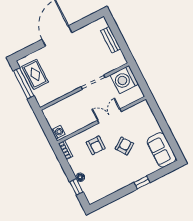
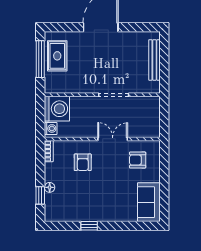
bench: (111, 40) -> (154, 60), width x1.36
washing machine: (124, 80) -> (57, 109), moved, turned 180
armchair: (124, 146) -> (138, 160), moved, turned -145
window: (142, 182) -> (89, 226), moved

